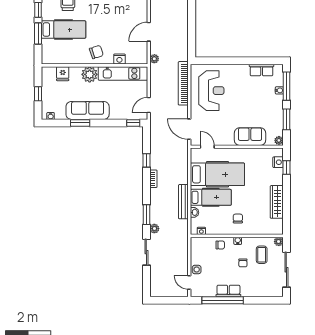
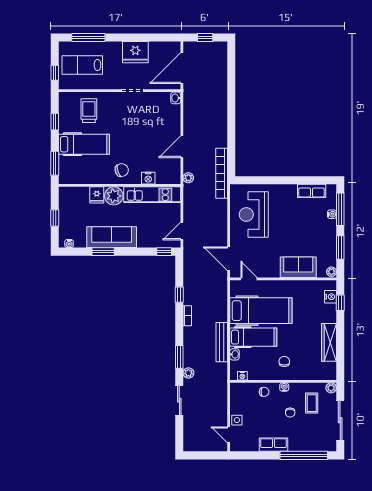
window: (38, 34) -> (55, 163), moved
fridge: (63, 74) -> (97, 195), moved
bookcase: (183, 83) -> (222, 173), moved
reception desk: (211, 91) -> (254, 214), turned 180
window: (223, 300) -> (304, 455), moved

